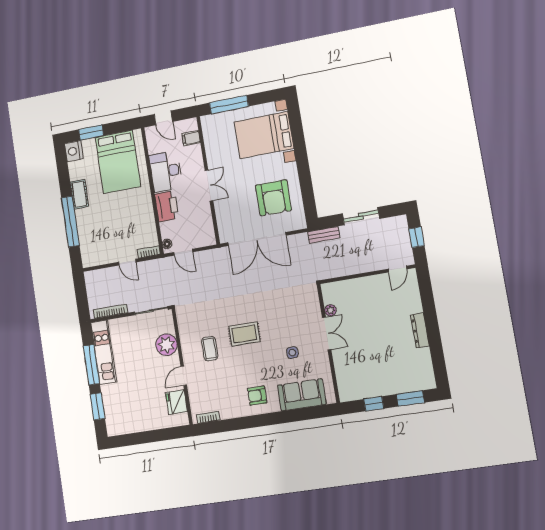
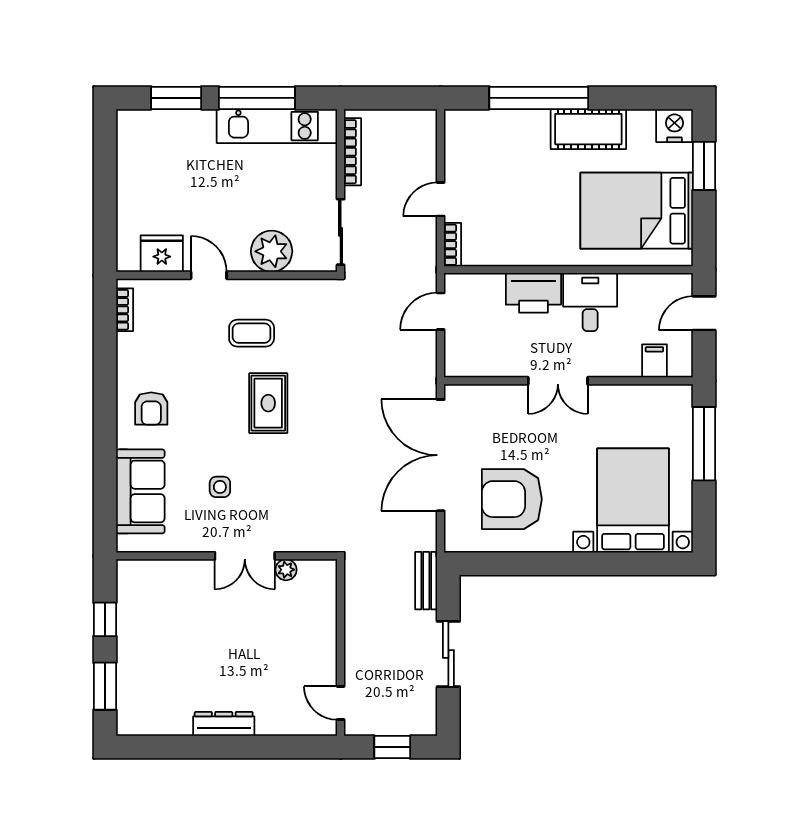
desk: (166, 171) -> (590, 302), width x0.73
cot: (79, 194) -> (588, 129), width x1.37, depth x1.34
floor lamp: (167, 244) -> (462, 282), removed
armchair: (257, 396) -> (151, 409), turned 180

